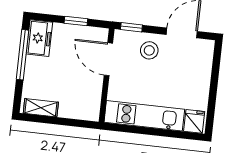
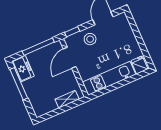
window: (76, 21) -> (38, 47), width x2.17
door: (108, 59) -> (70, 58), hinge flipped
shelving: (41, 108) -> (67, 99), moved

